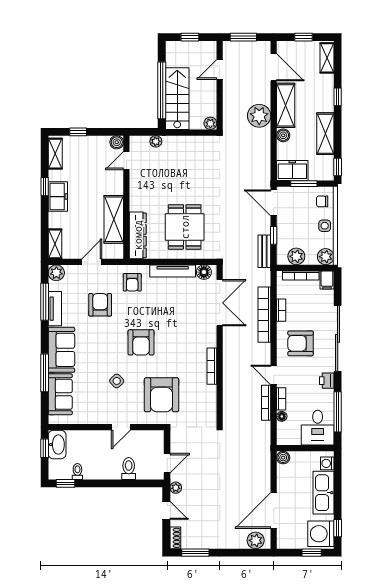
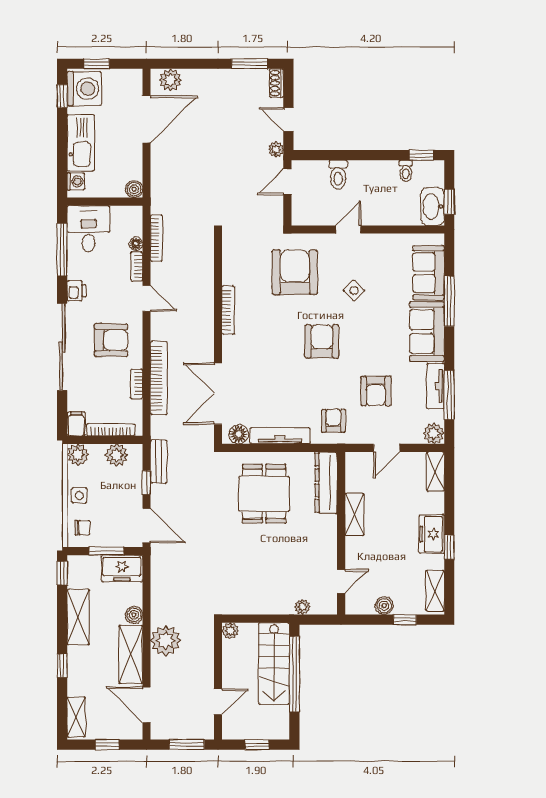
boiler: (117, 142) -> (384, 606), moved
shelving: (114, 219) -> (355, 514), width x0.67, depth x0.75
bookcase: (266, 403) -> (156, 238), moved

